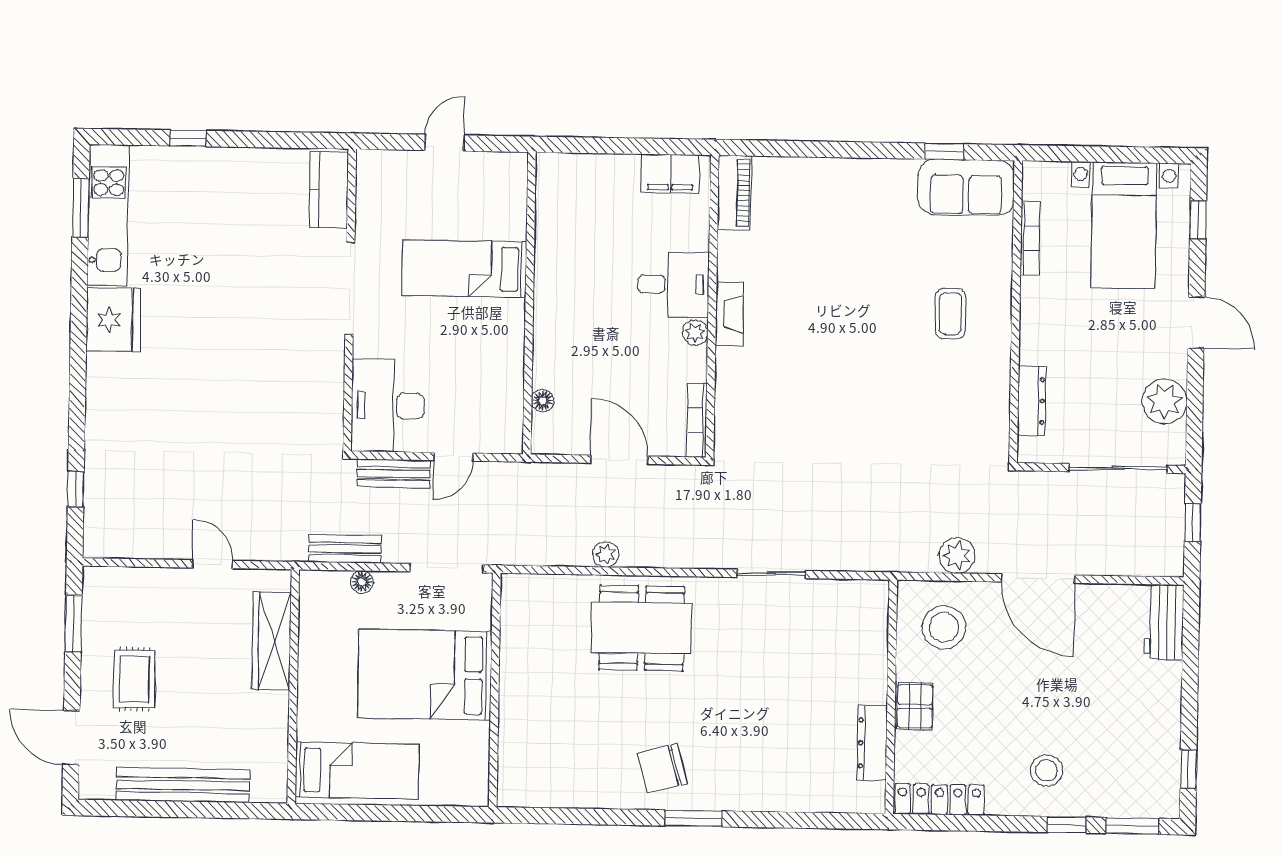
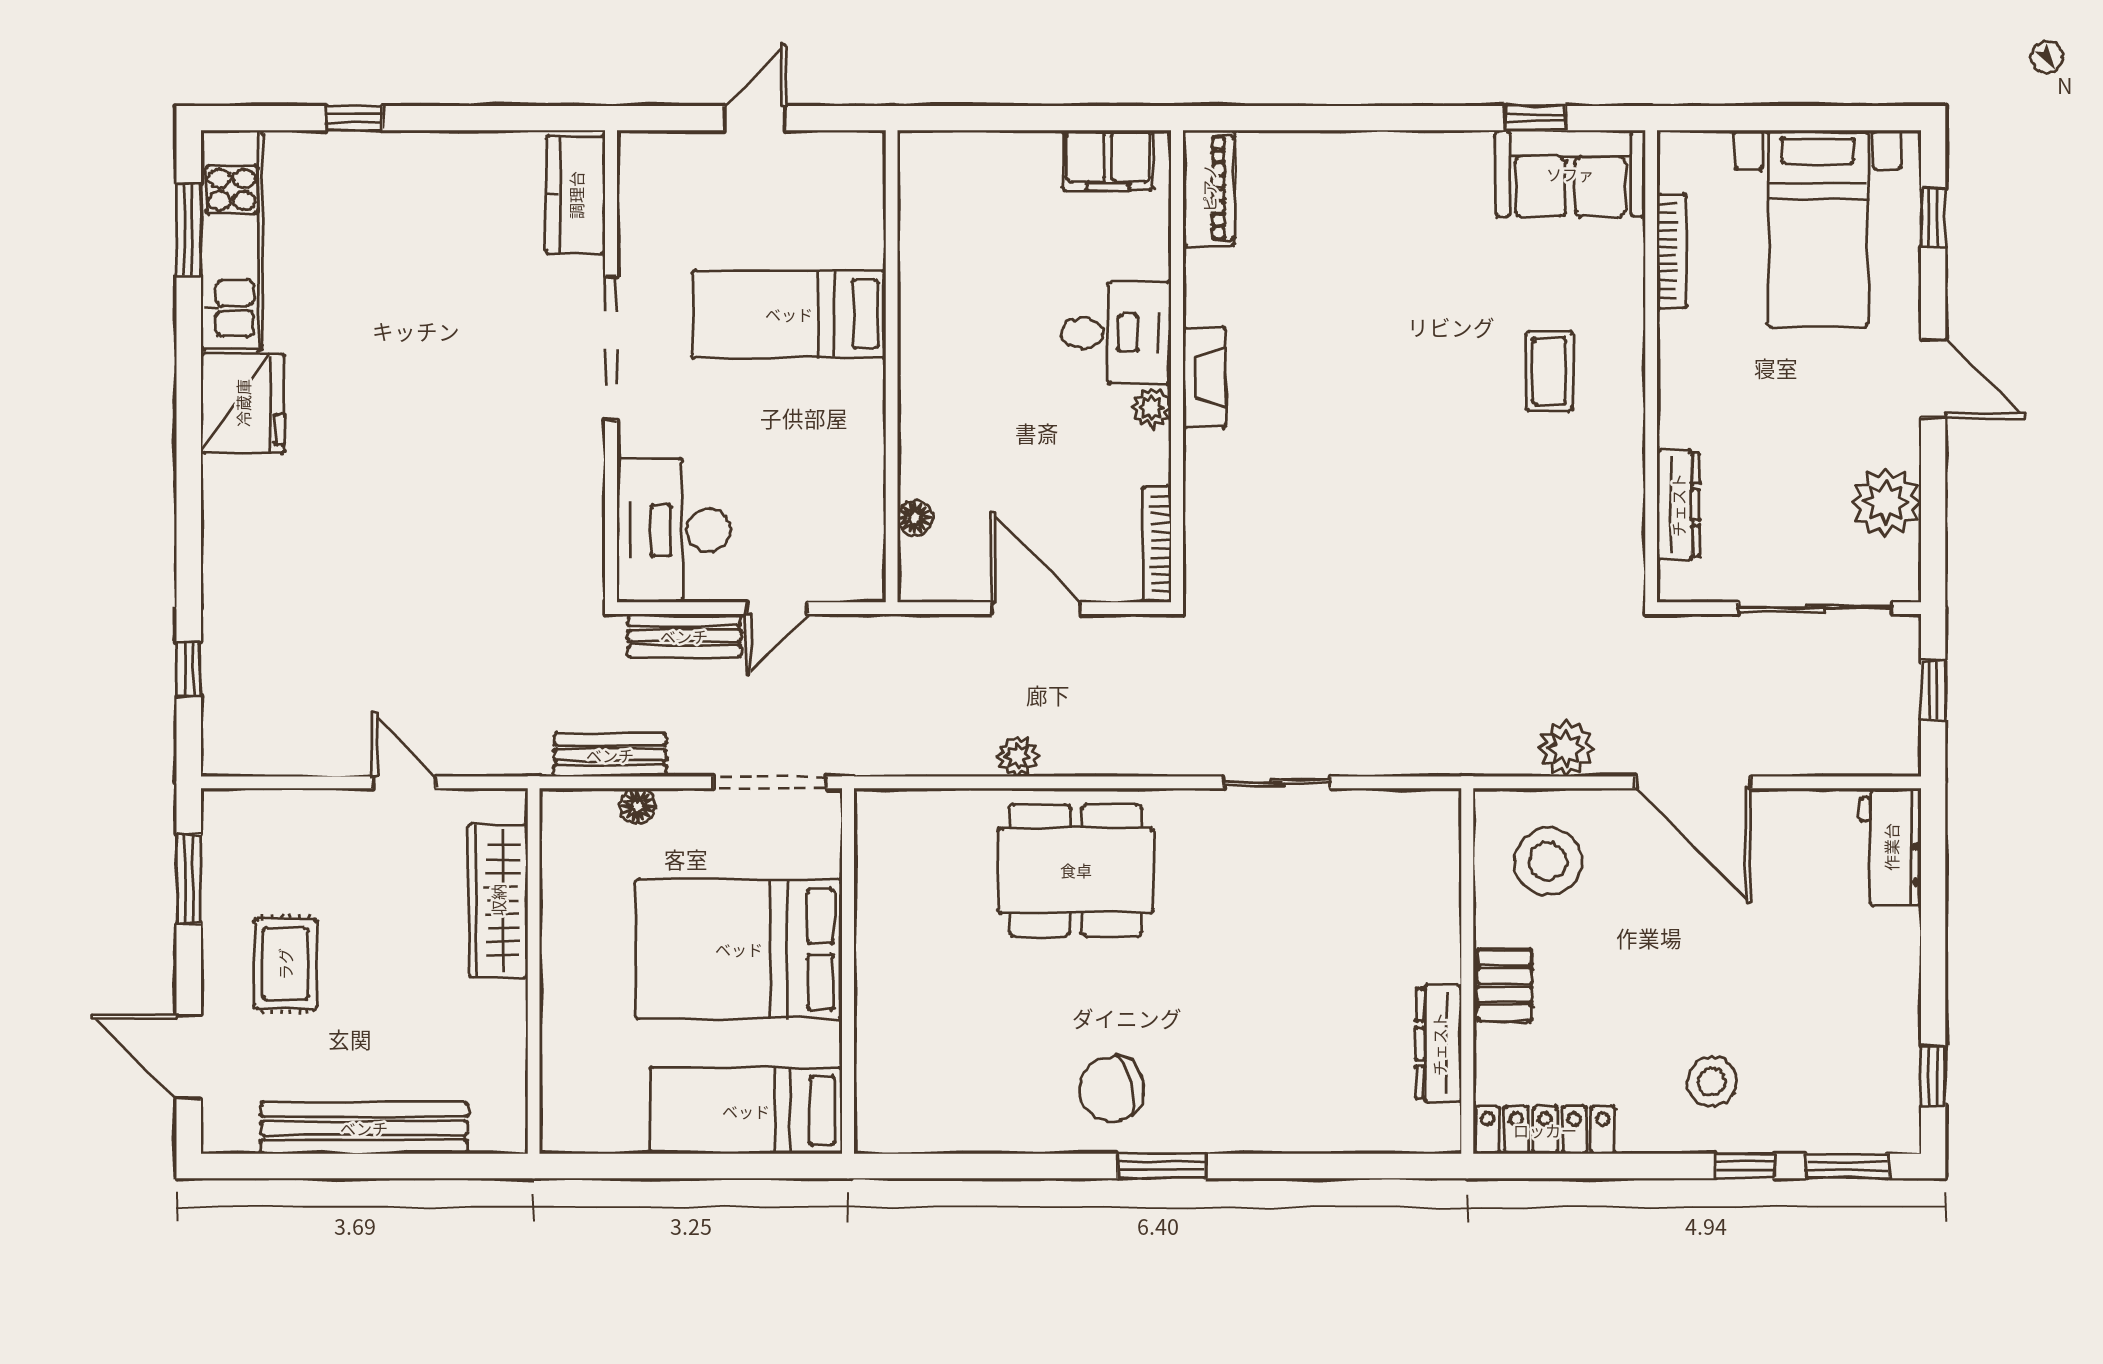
bed: (357, 771) -> (746, 1111), moved, turned 180

